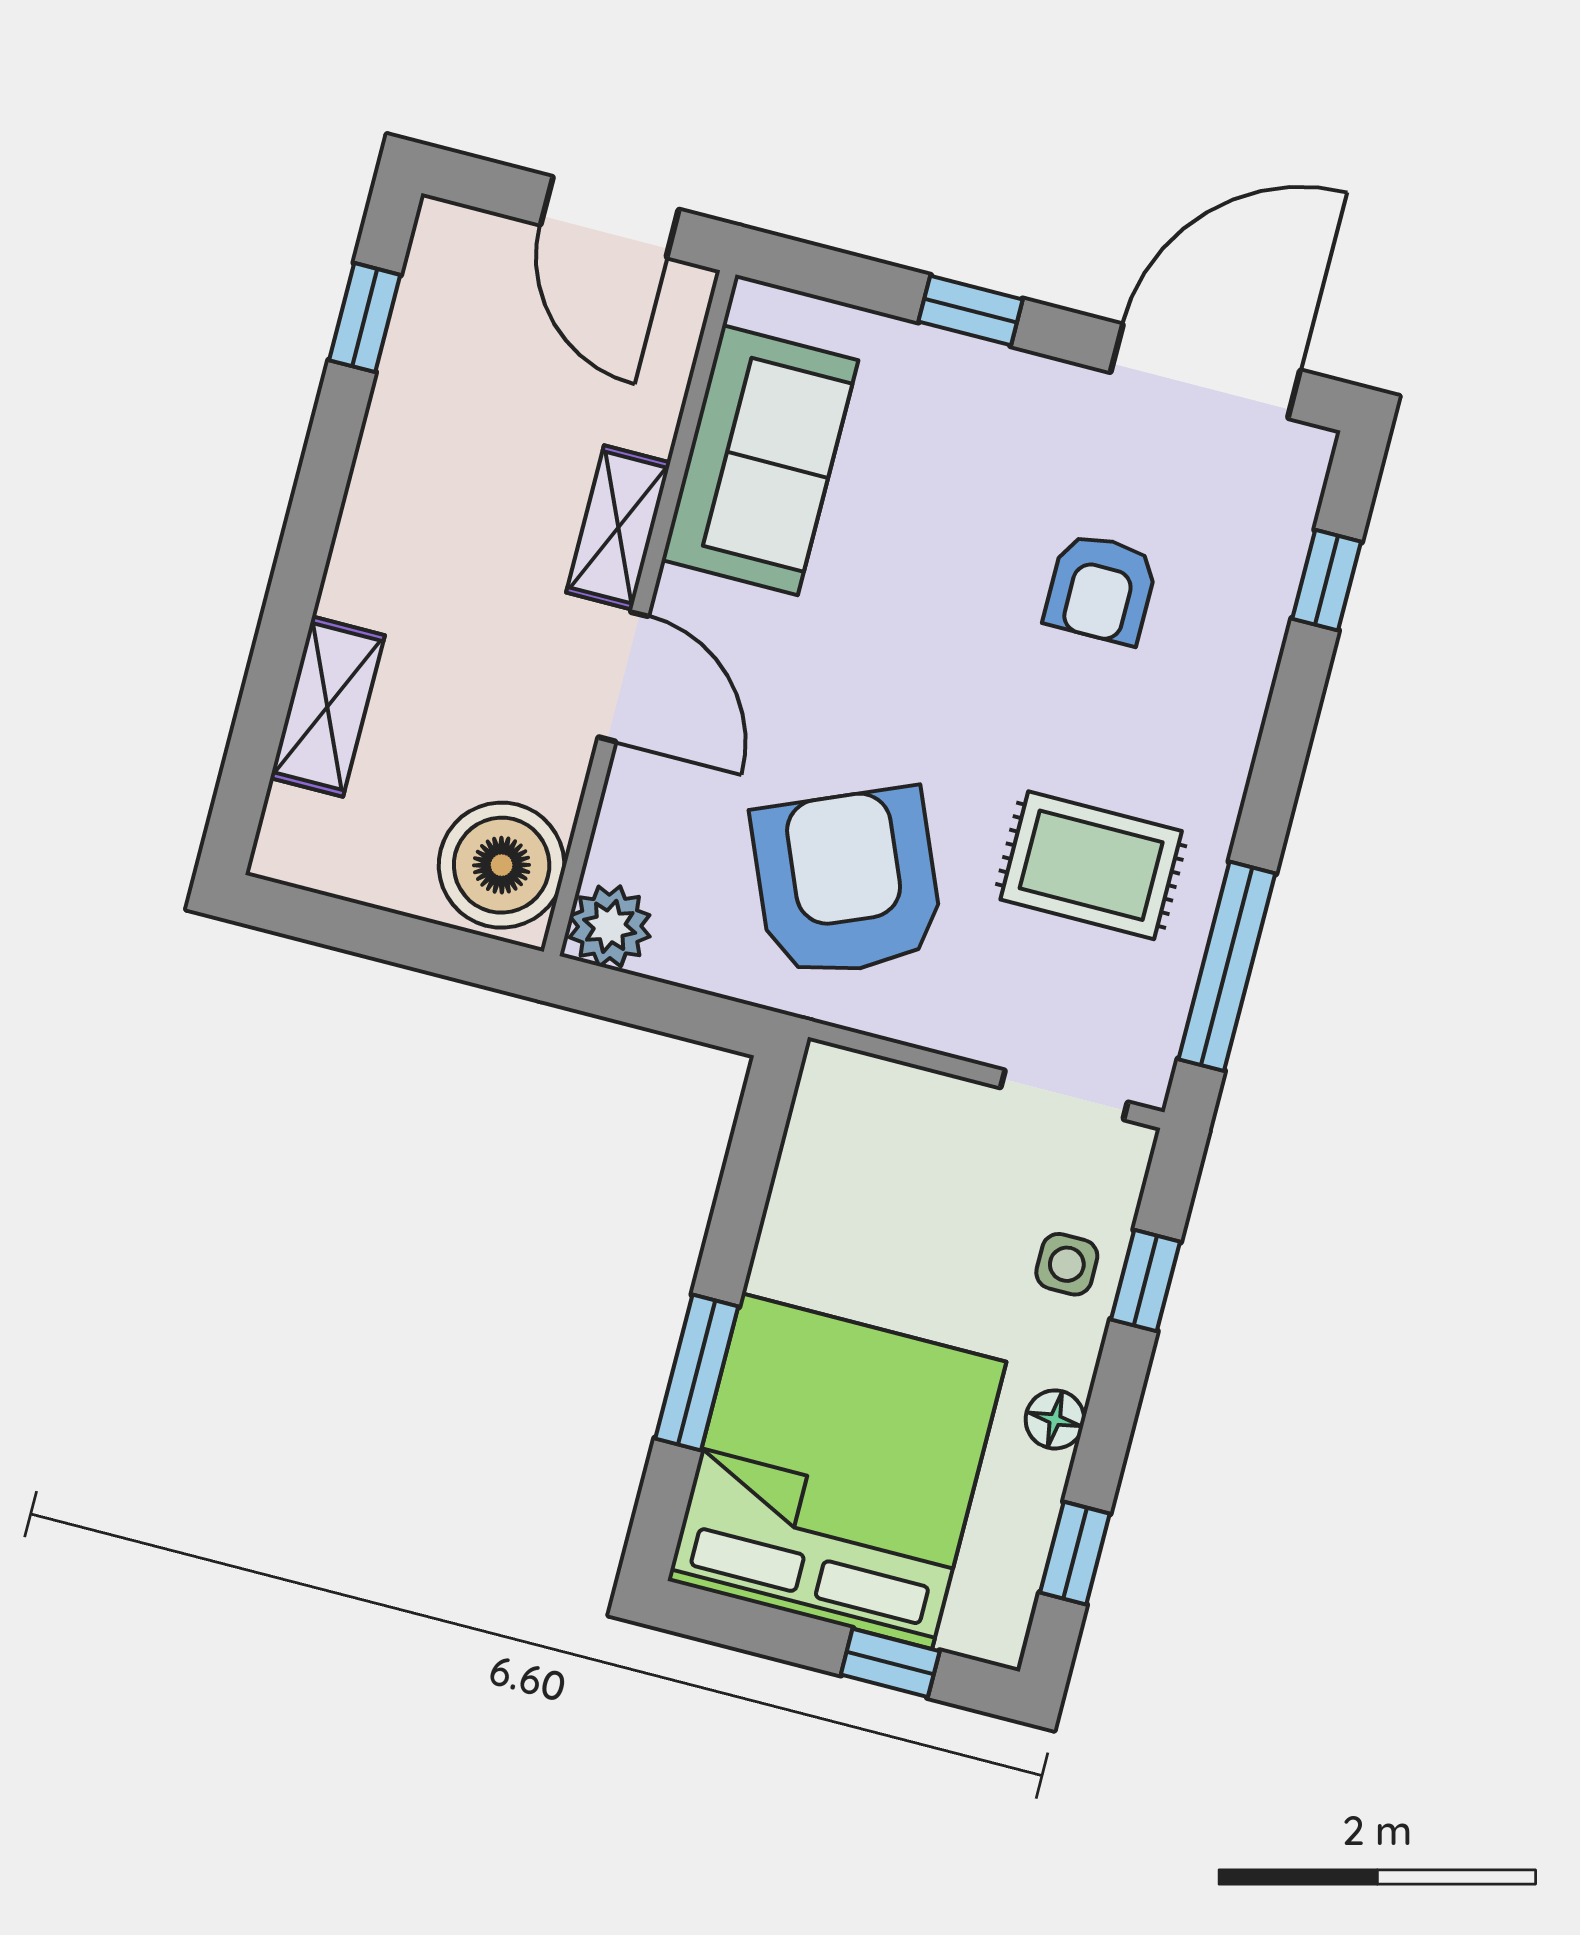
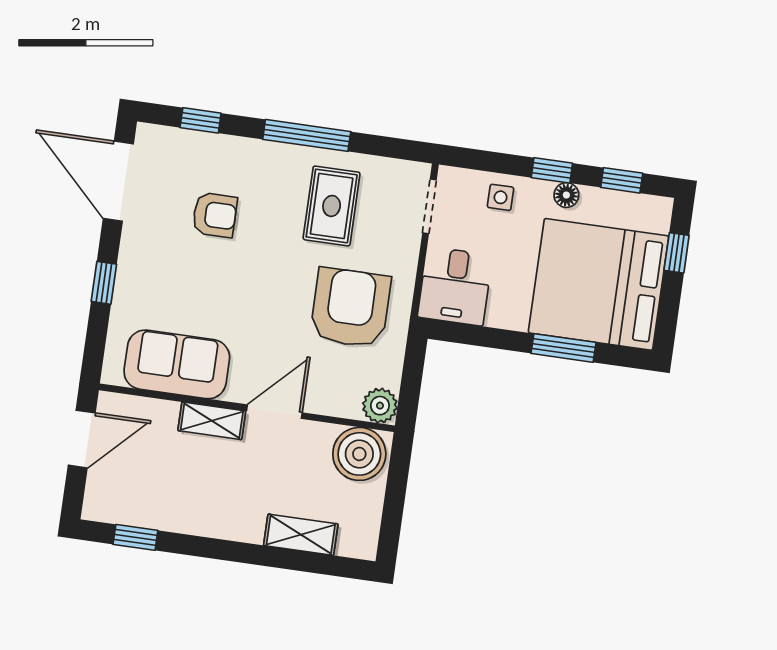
armchair: (847, 883) -> (350, 308), turned 113
window: (1227, 966) -> (307, 135), moved
desk: (870, 1134) -> (455, 286), added
window: (1145, 1281) -> (552, 170), moved

